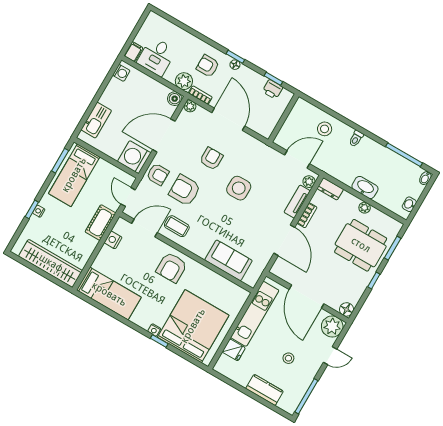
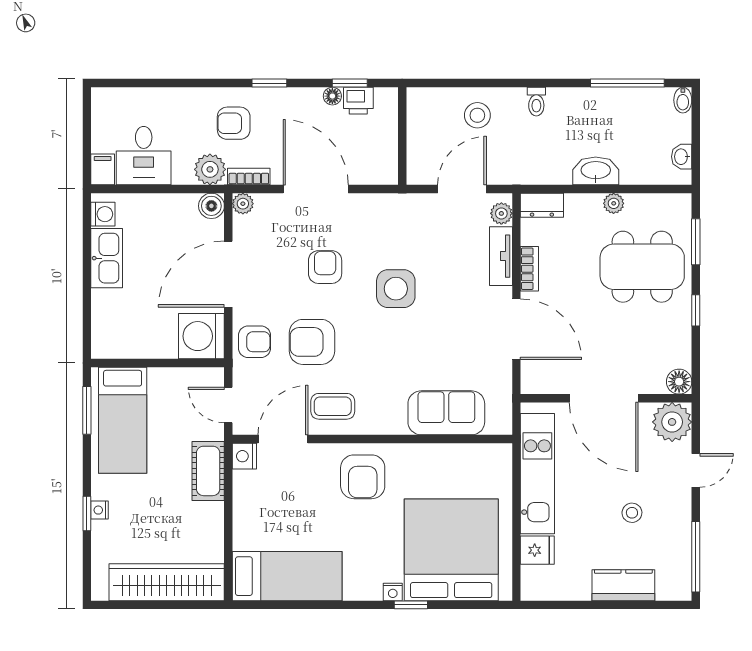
floor lamp: (235, 65) -> (332, 96), moved
kitchen sink: (96, 120) -> (107, 258), moved
nightstand: (113, 240) -> (244, 456), moved

